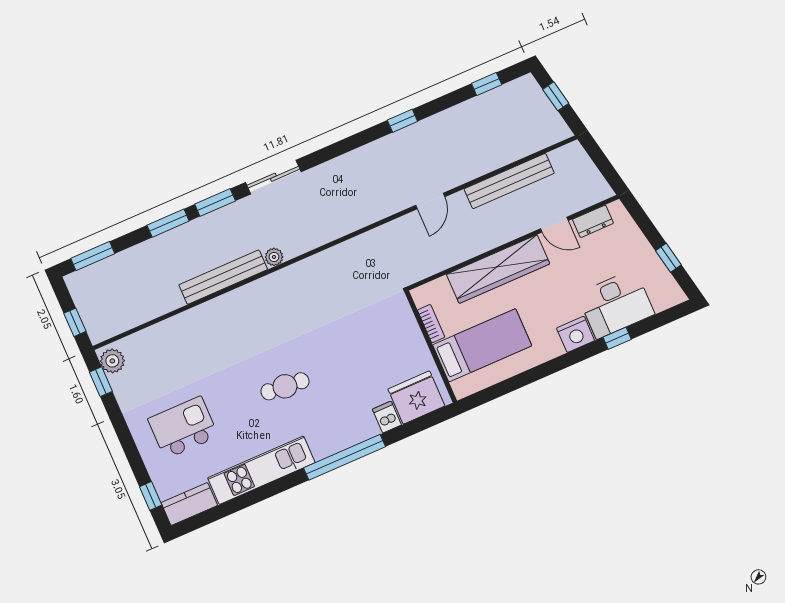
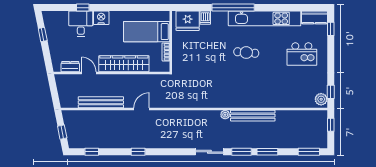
desk: (616, 304) -> (81, 24), width x0.73
kitchen unit: (261, 470) -> (265, 18), width x1.36

